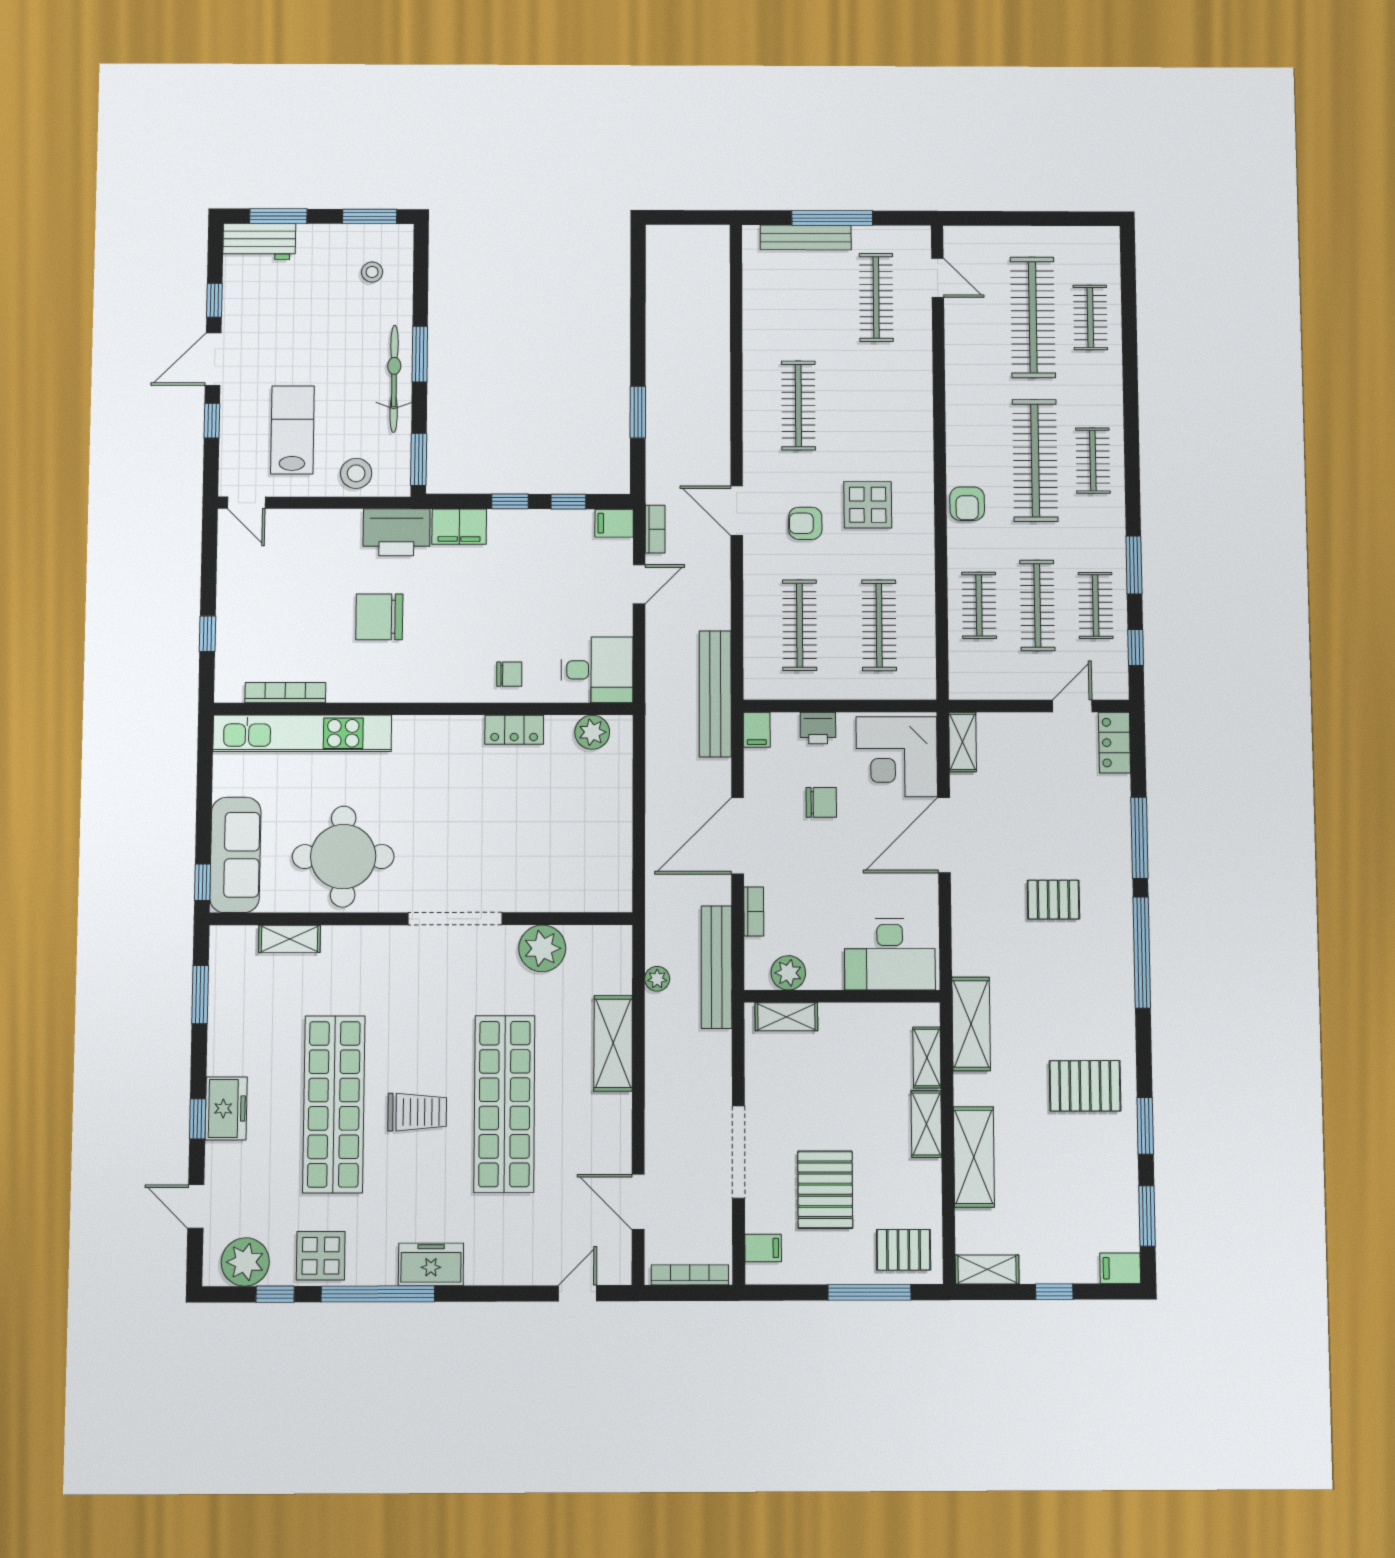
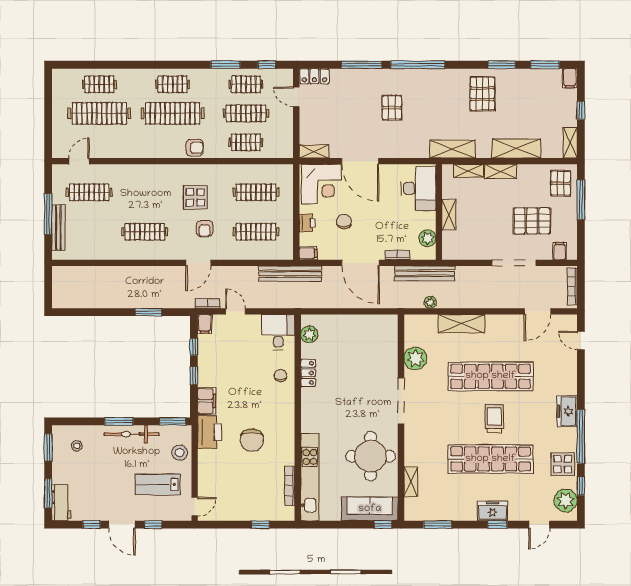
shelving: (786, 1017) -> (449, 215), moved

